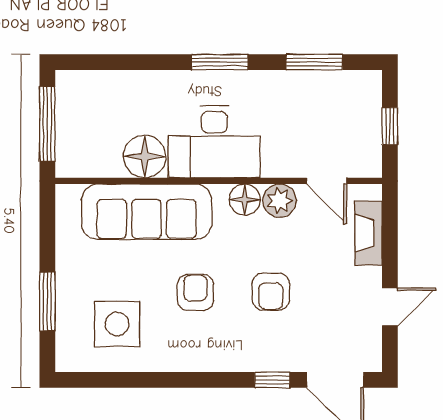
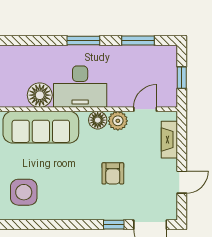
door: (327, 181) -> (145, 109), swing flipped
armchair: (195, 292) -> (69, 174), removed

